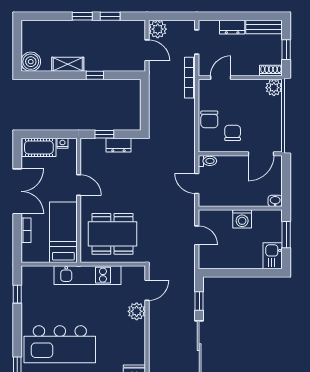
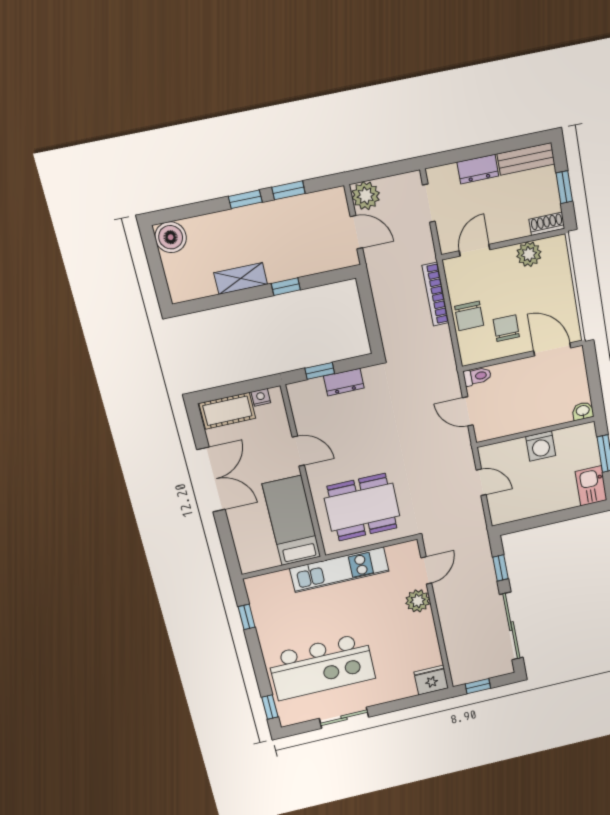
boiler: (31, 62) -> (171, 237), moved
bookcase: (190, 78) -> (435, 294), moved
plant: (274, 88) -> (529, 254), moved
door: (261, 154) -> (552, 349), swing flipped
bookcase: (26, 230) -> (238, 530), removed

